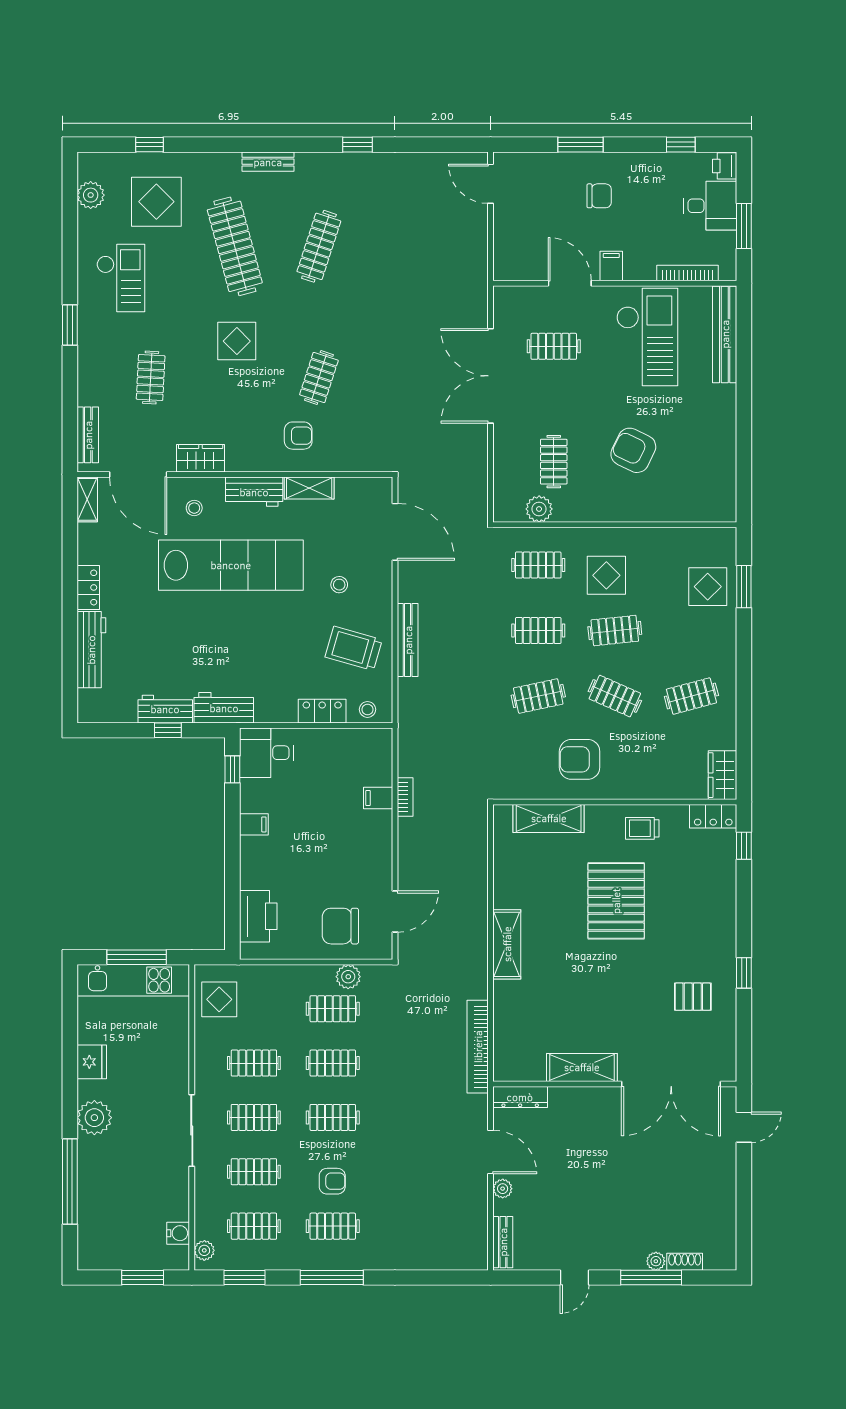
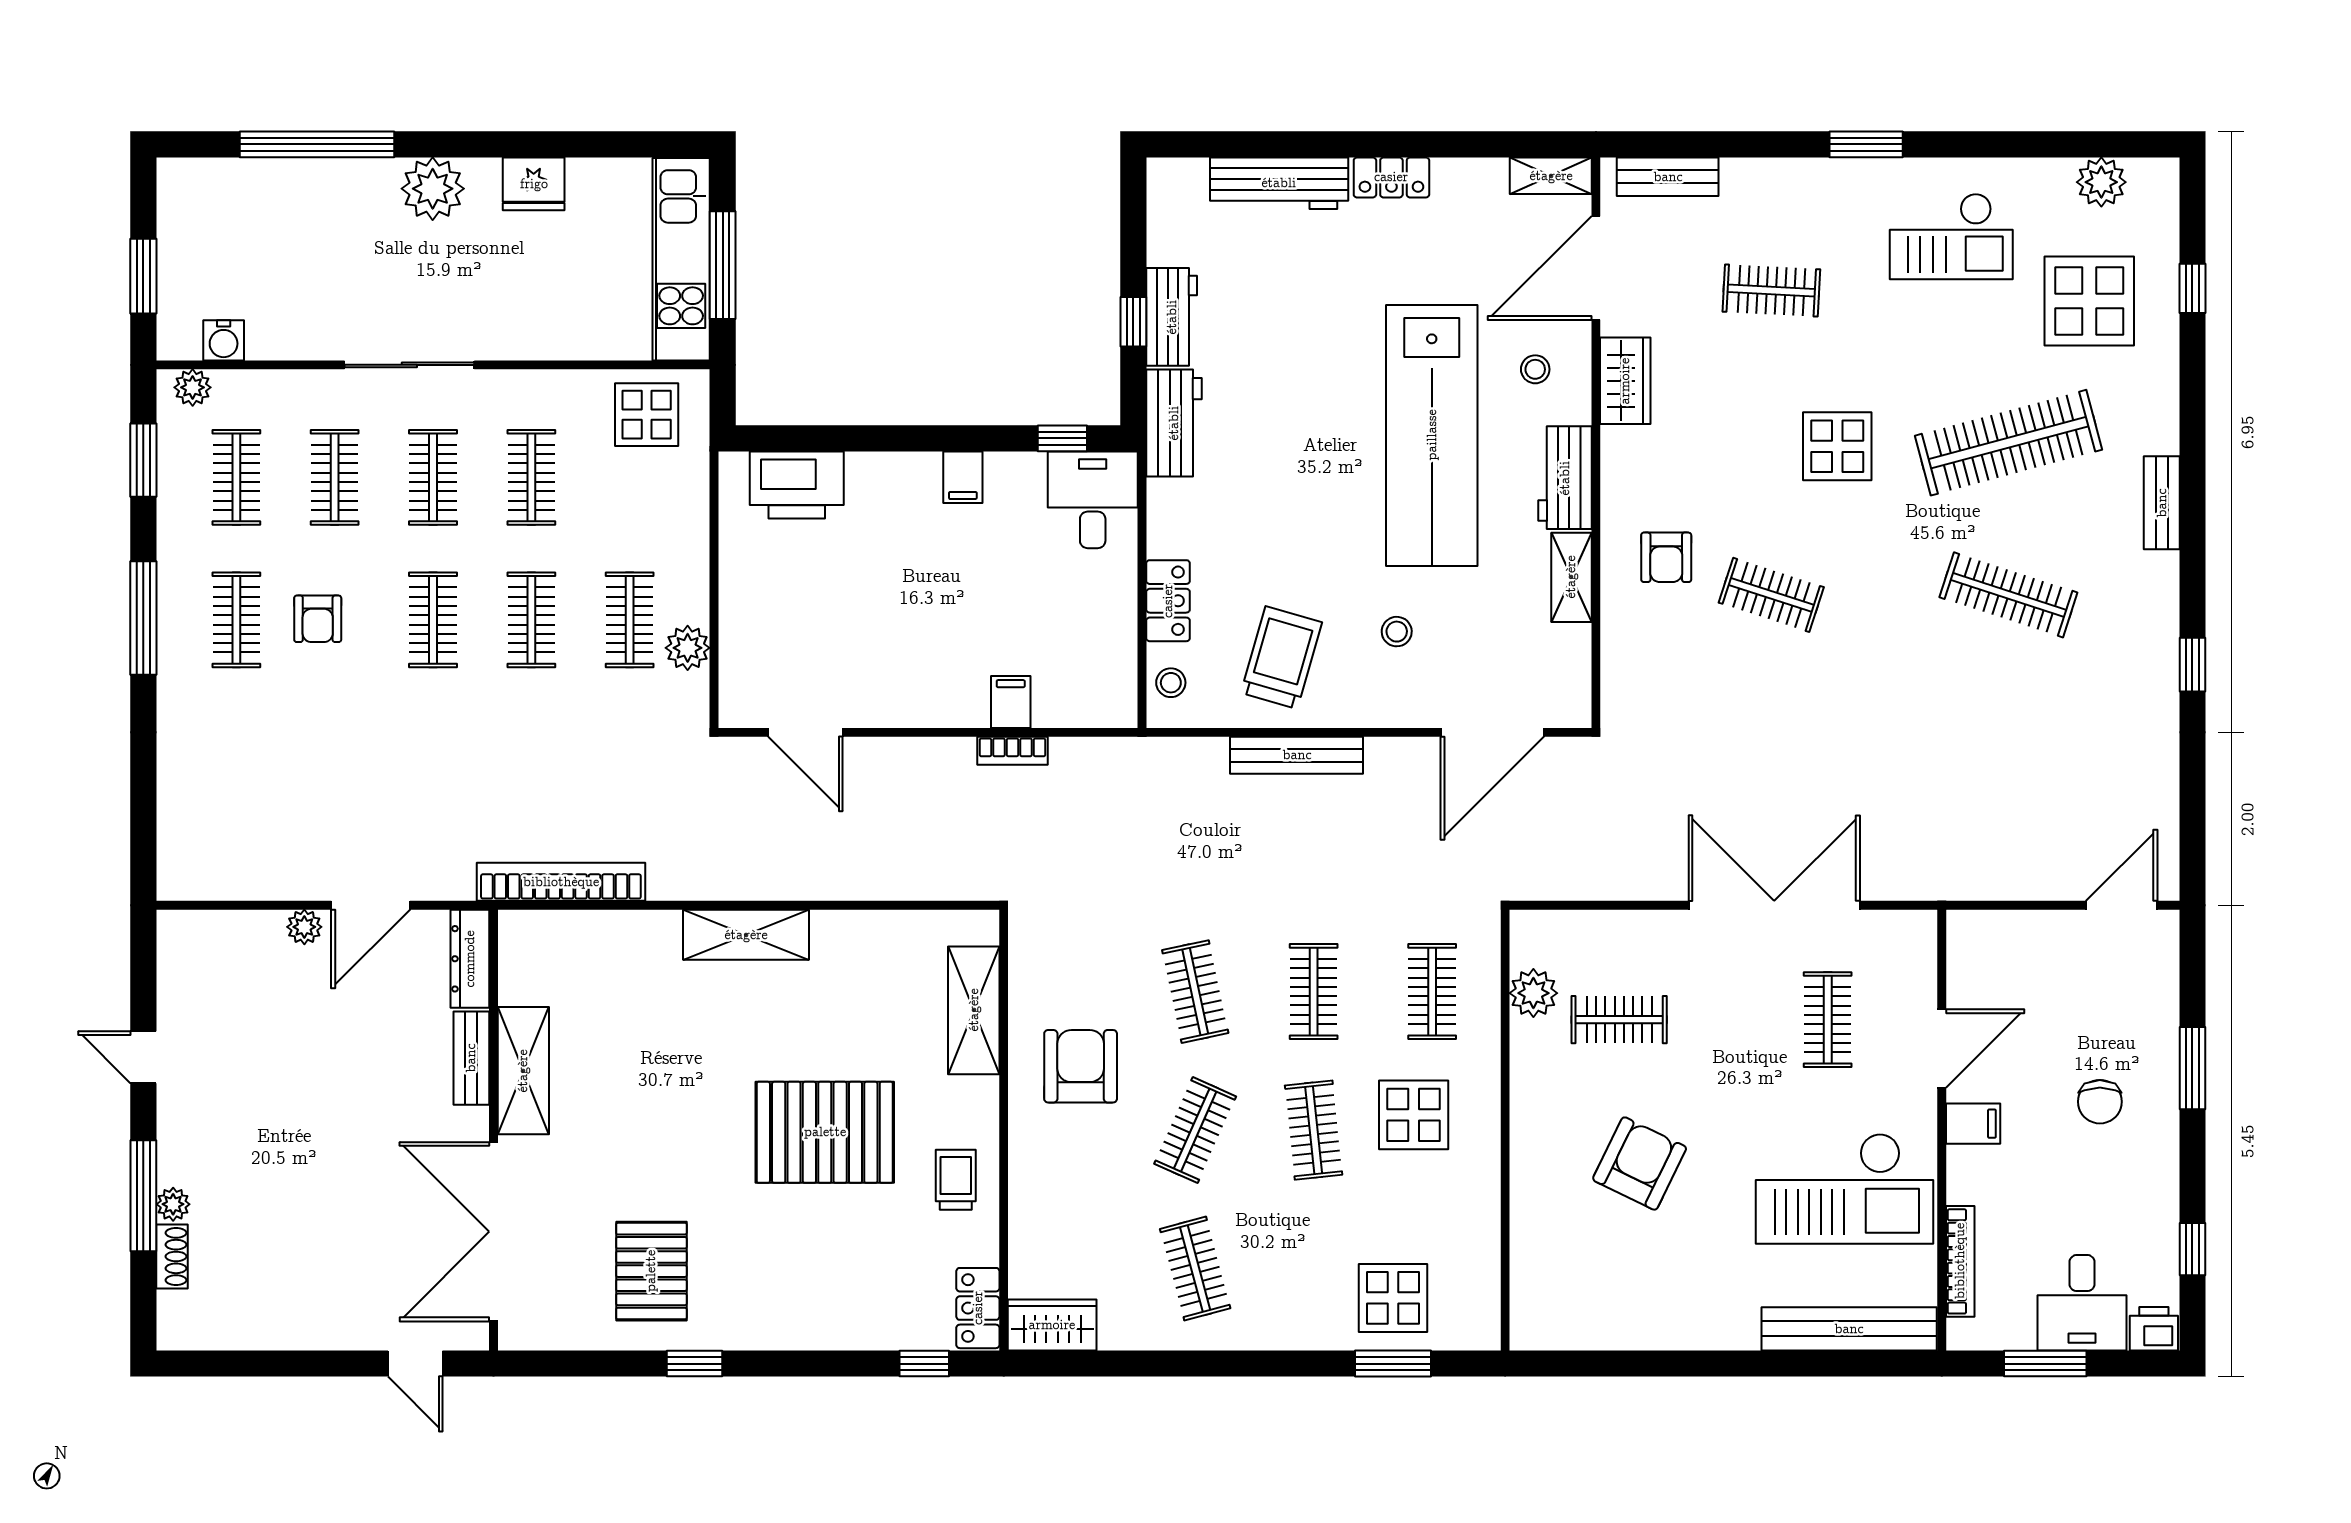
chair: (340, 926) -> (779, 634), removed
pallet: (693, 997) -> (651, 1271), width x1.50, depth x1.42
bench: (503, 1242) -> (471, 1058), moved, turned 90

